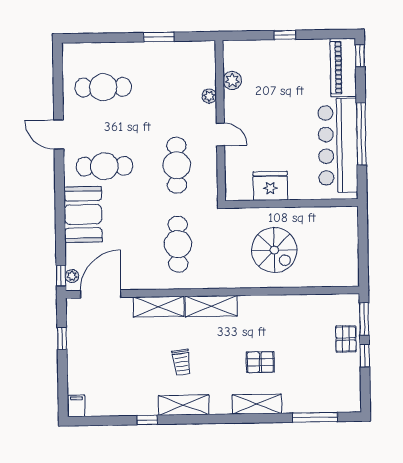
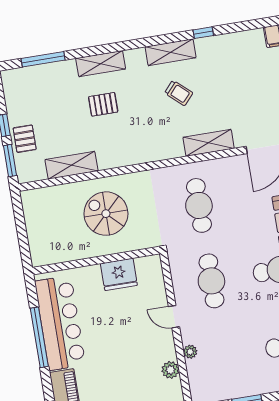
shelving: (211, 306) -> (71, 165), moved
trolley: (182, 362) -> (179, 93), turned 139

